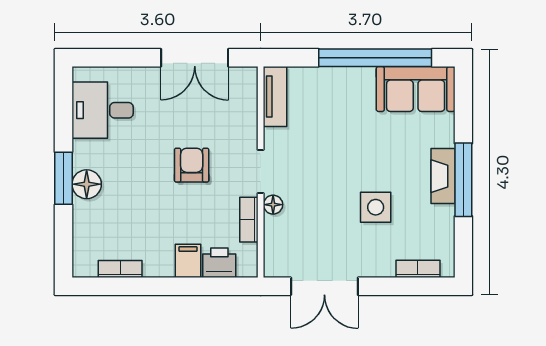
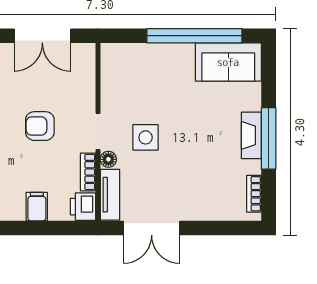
tv unit: (275, 97) -> (110, 195), moved
armchair: (192, 165) -> (40, 126), turned -90
side table: (376, 207) -> (146, 137), moved
printer: (219, 263) -> (83, 207), moved, turned -90
bookcase: (418, 269) -> (254, 194), moved, turned -90

